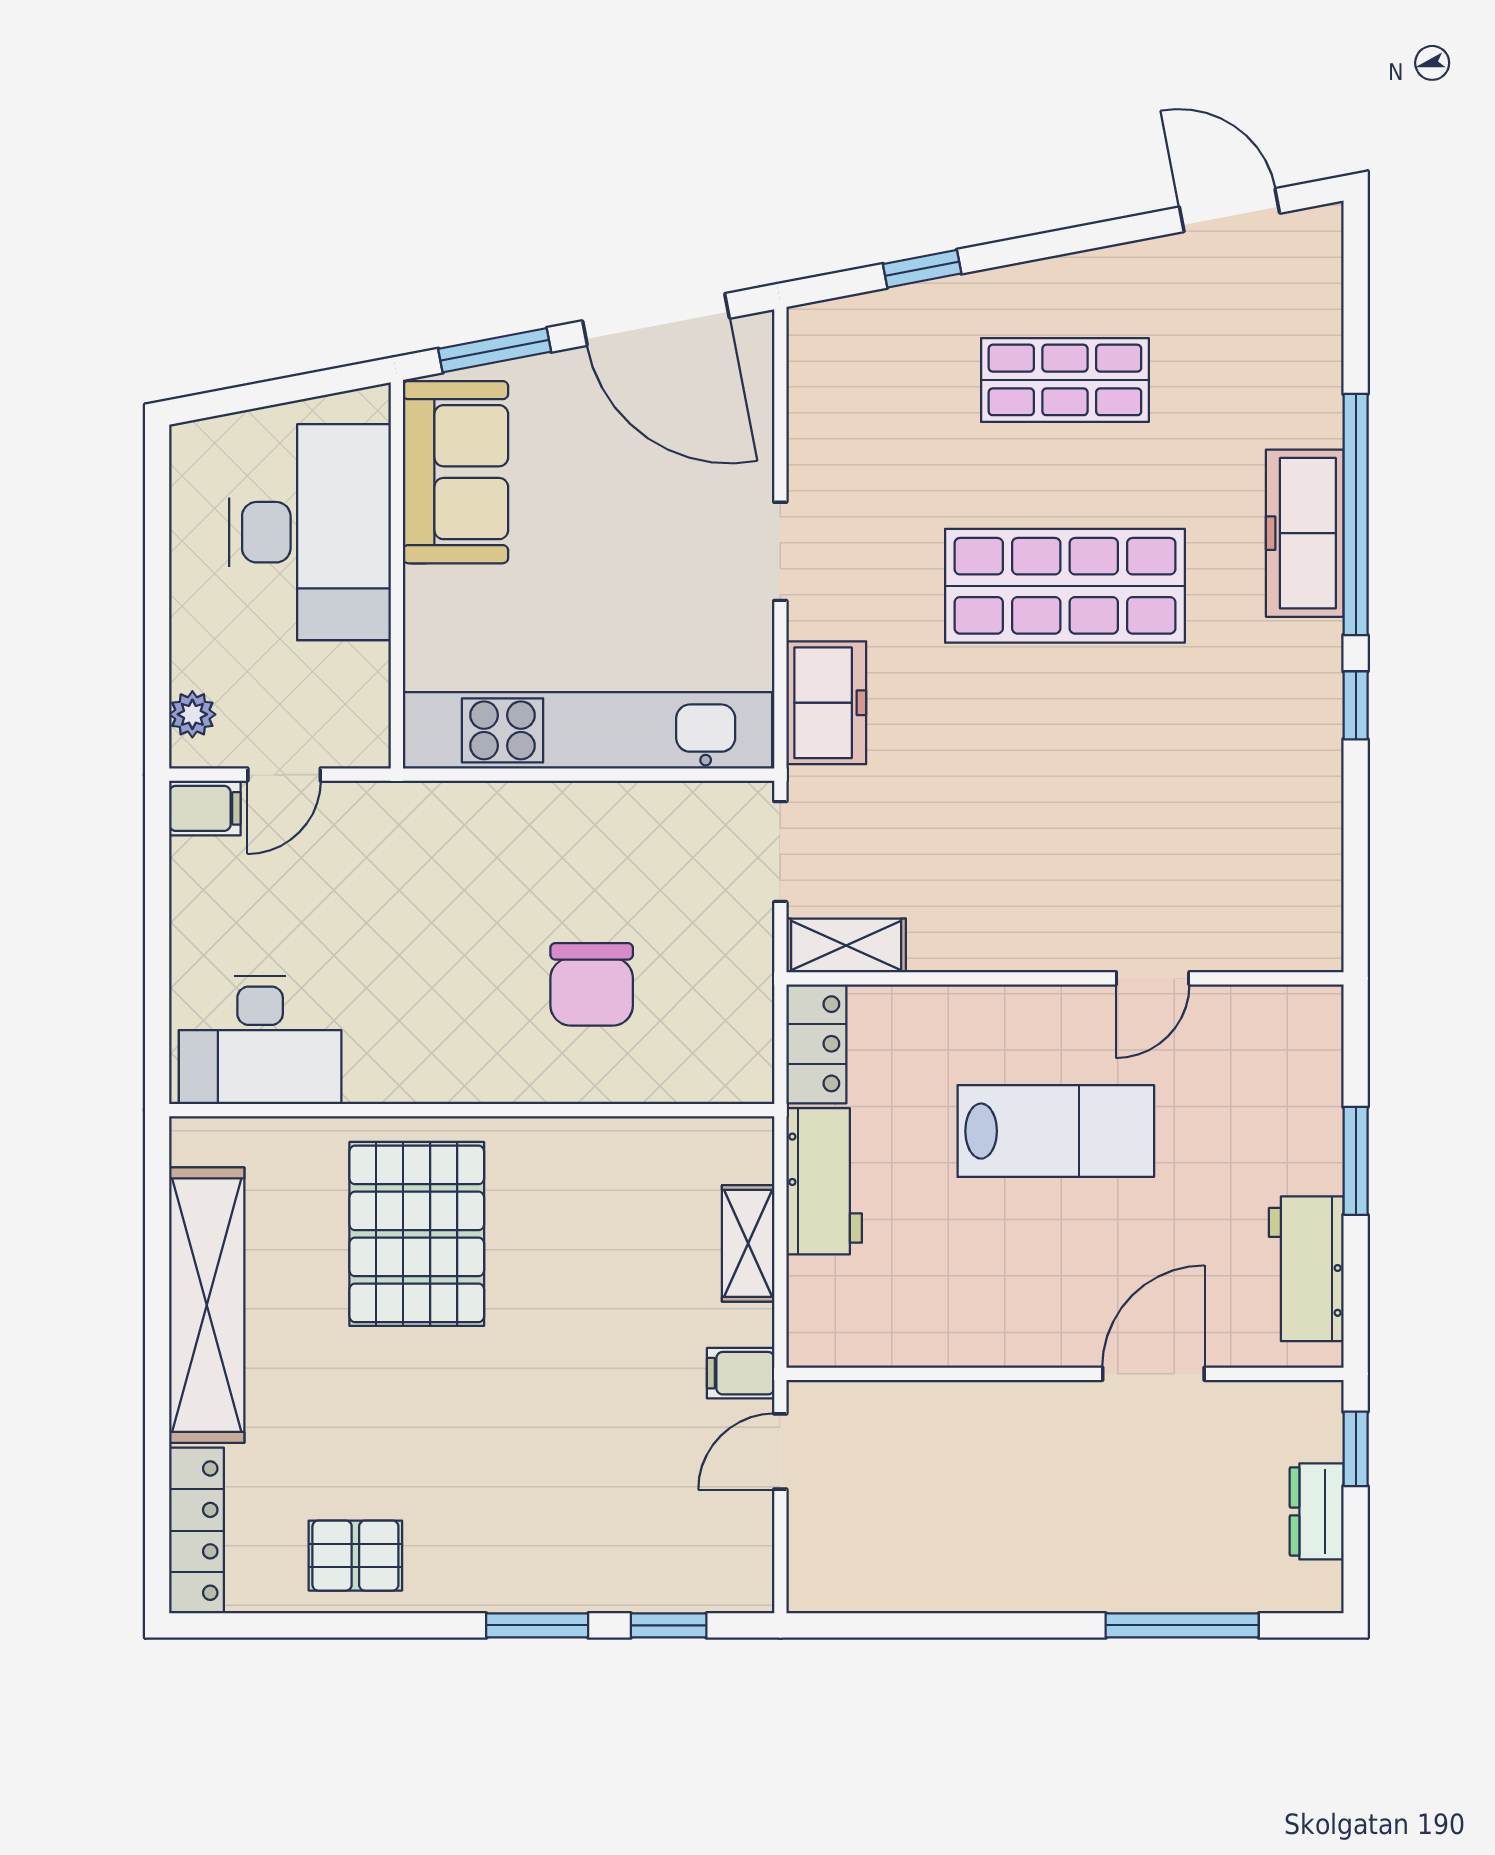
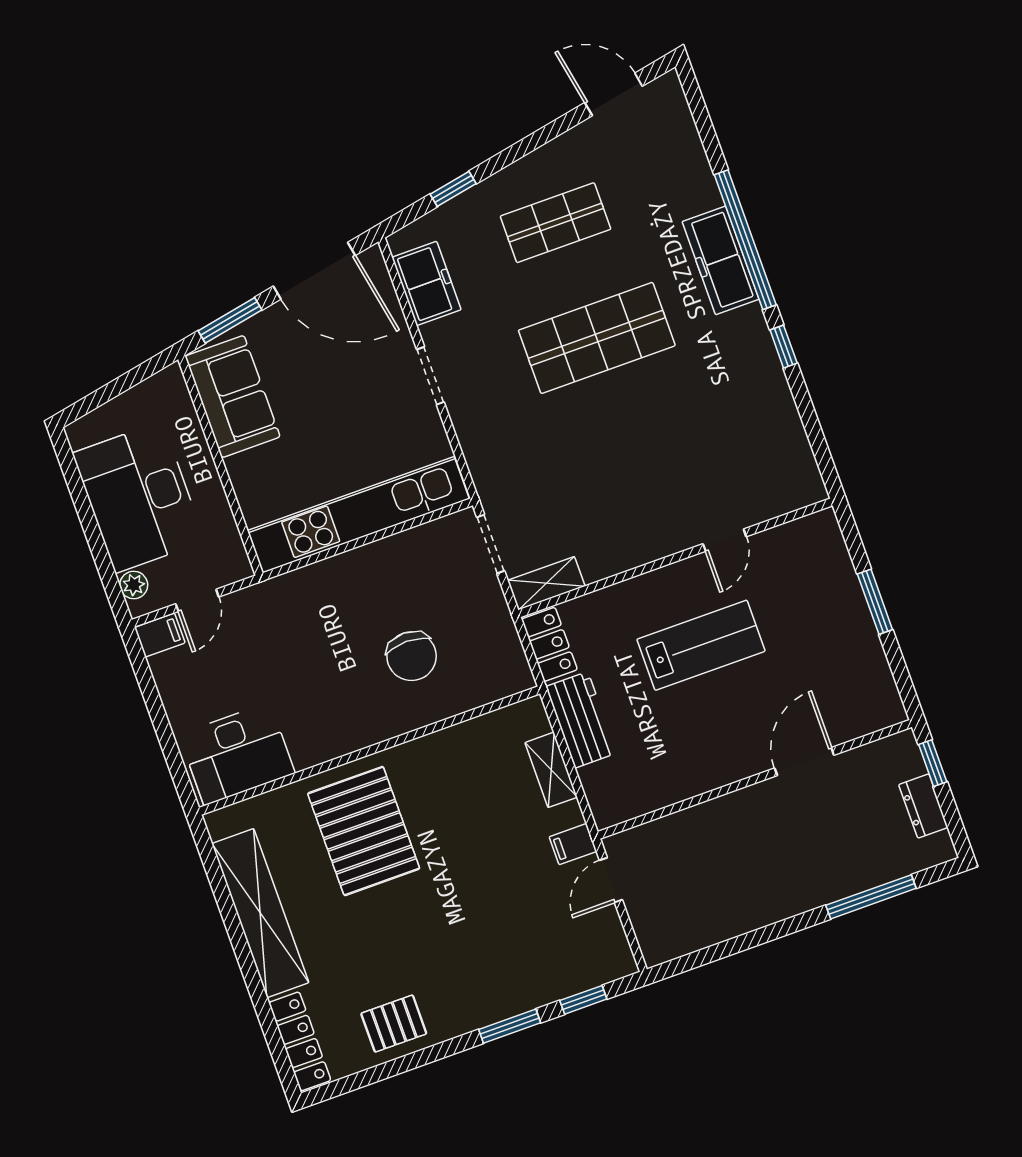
desk: (310, 532) -> (139, 497), moved, turned 180
freezer: (826, 703) -> (426, 283), moved
workbench: (1306, 1269) -> (869, 672), removed

